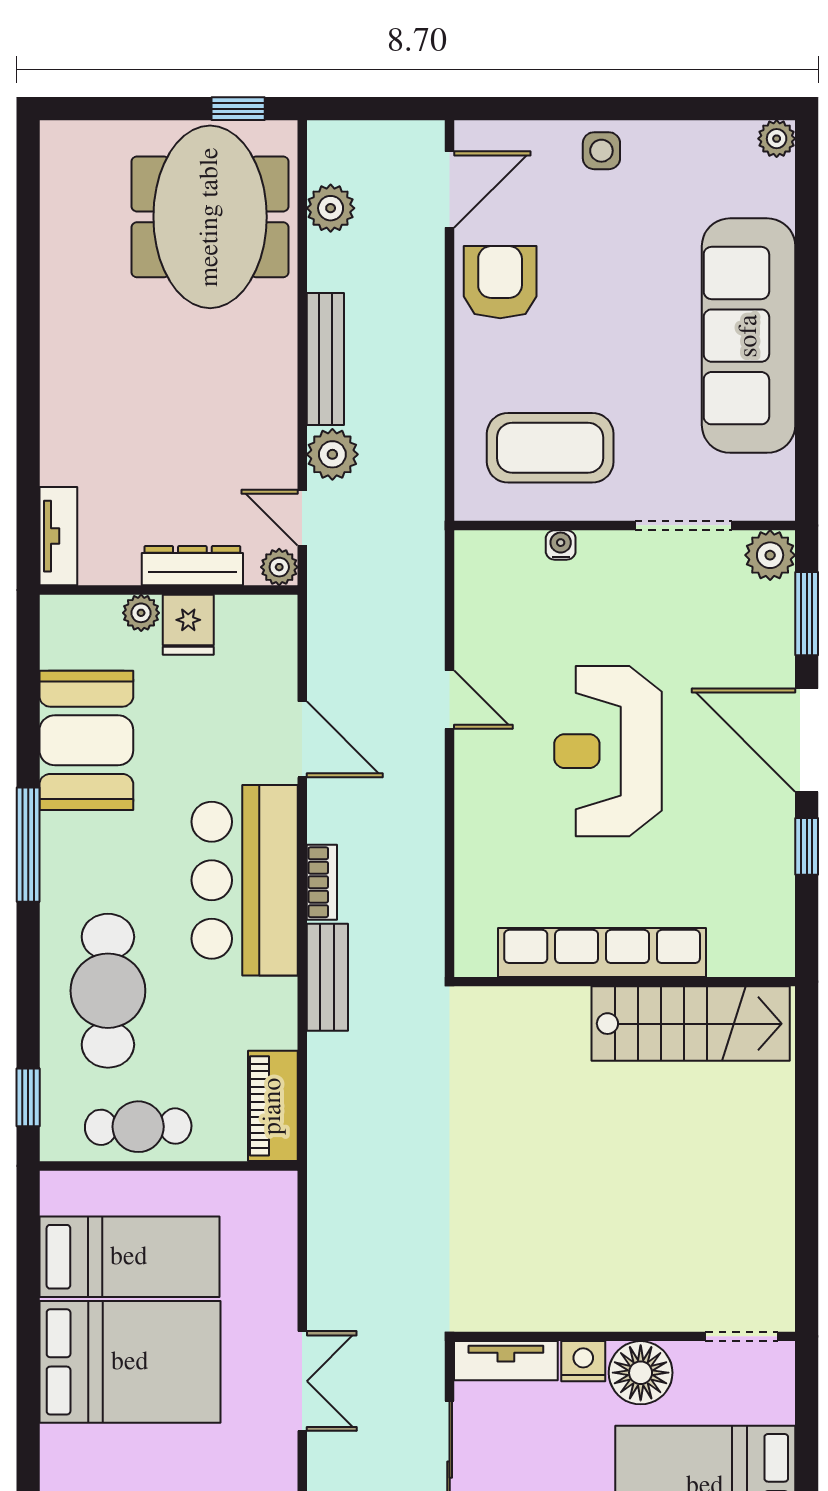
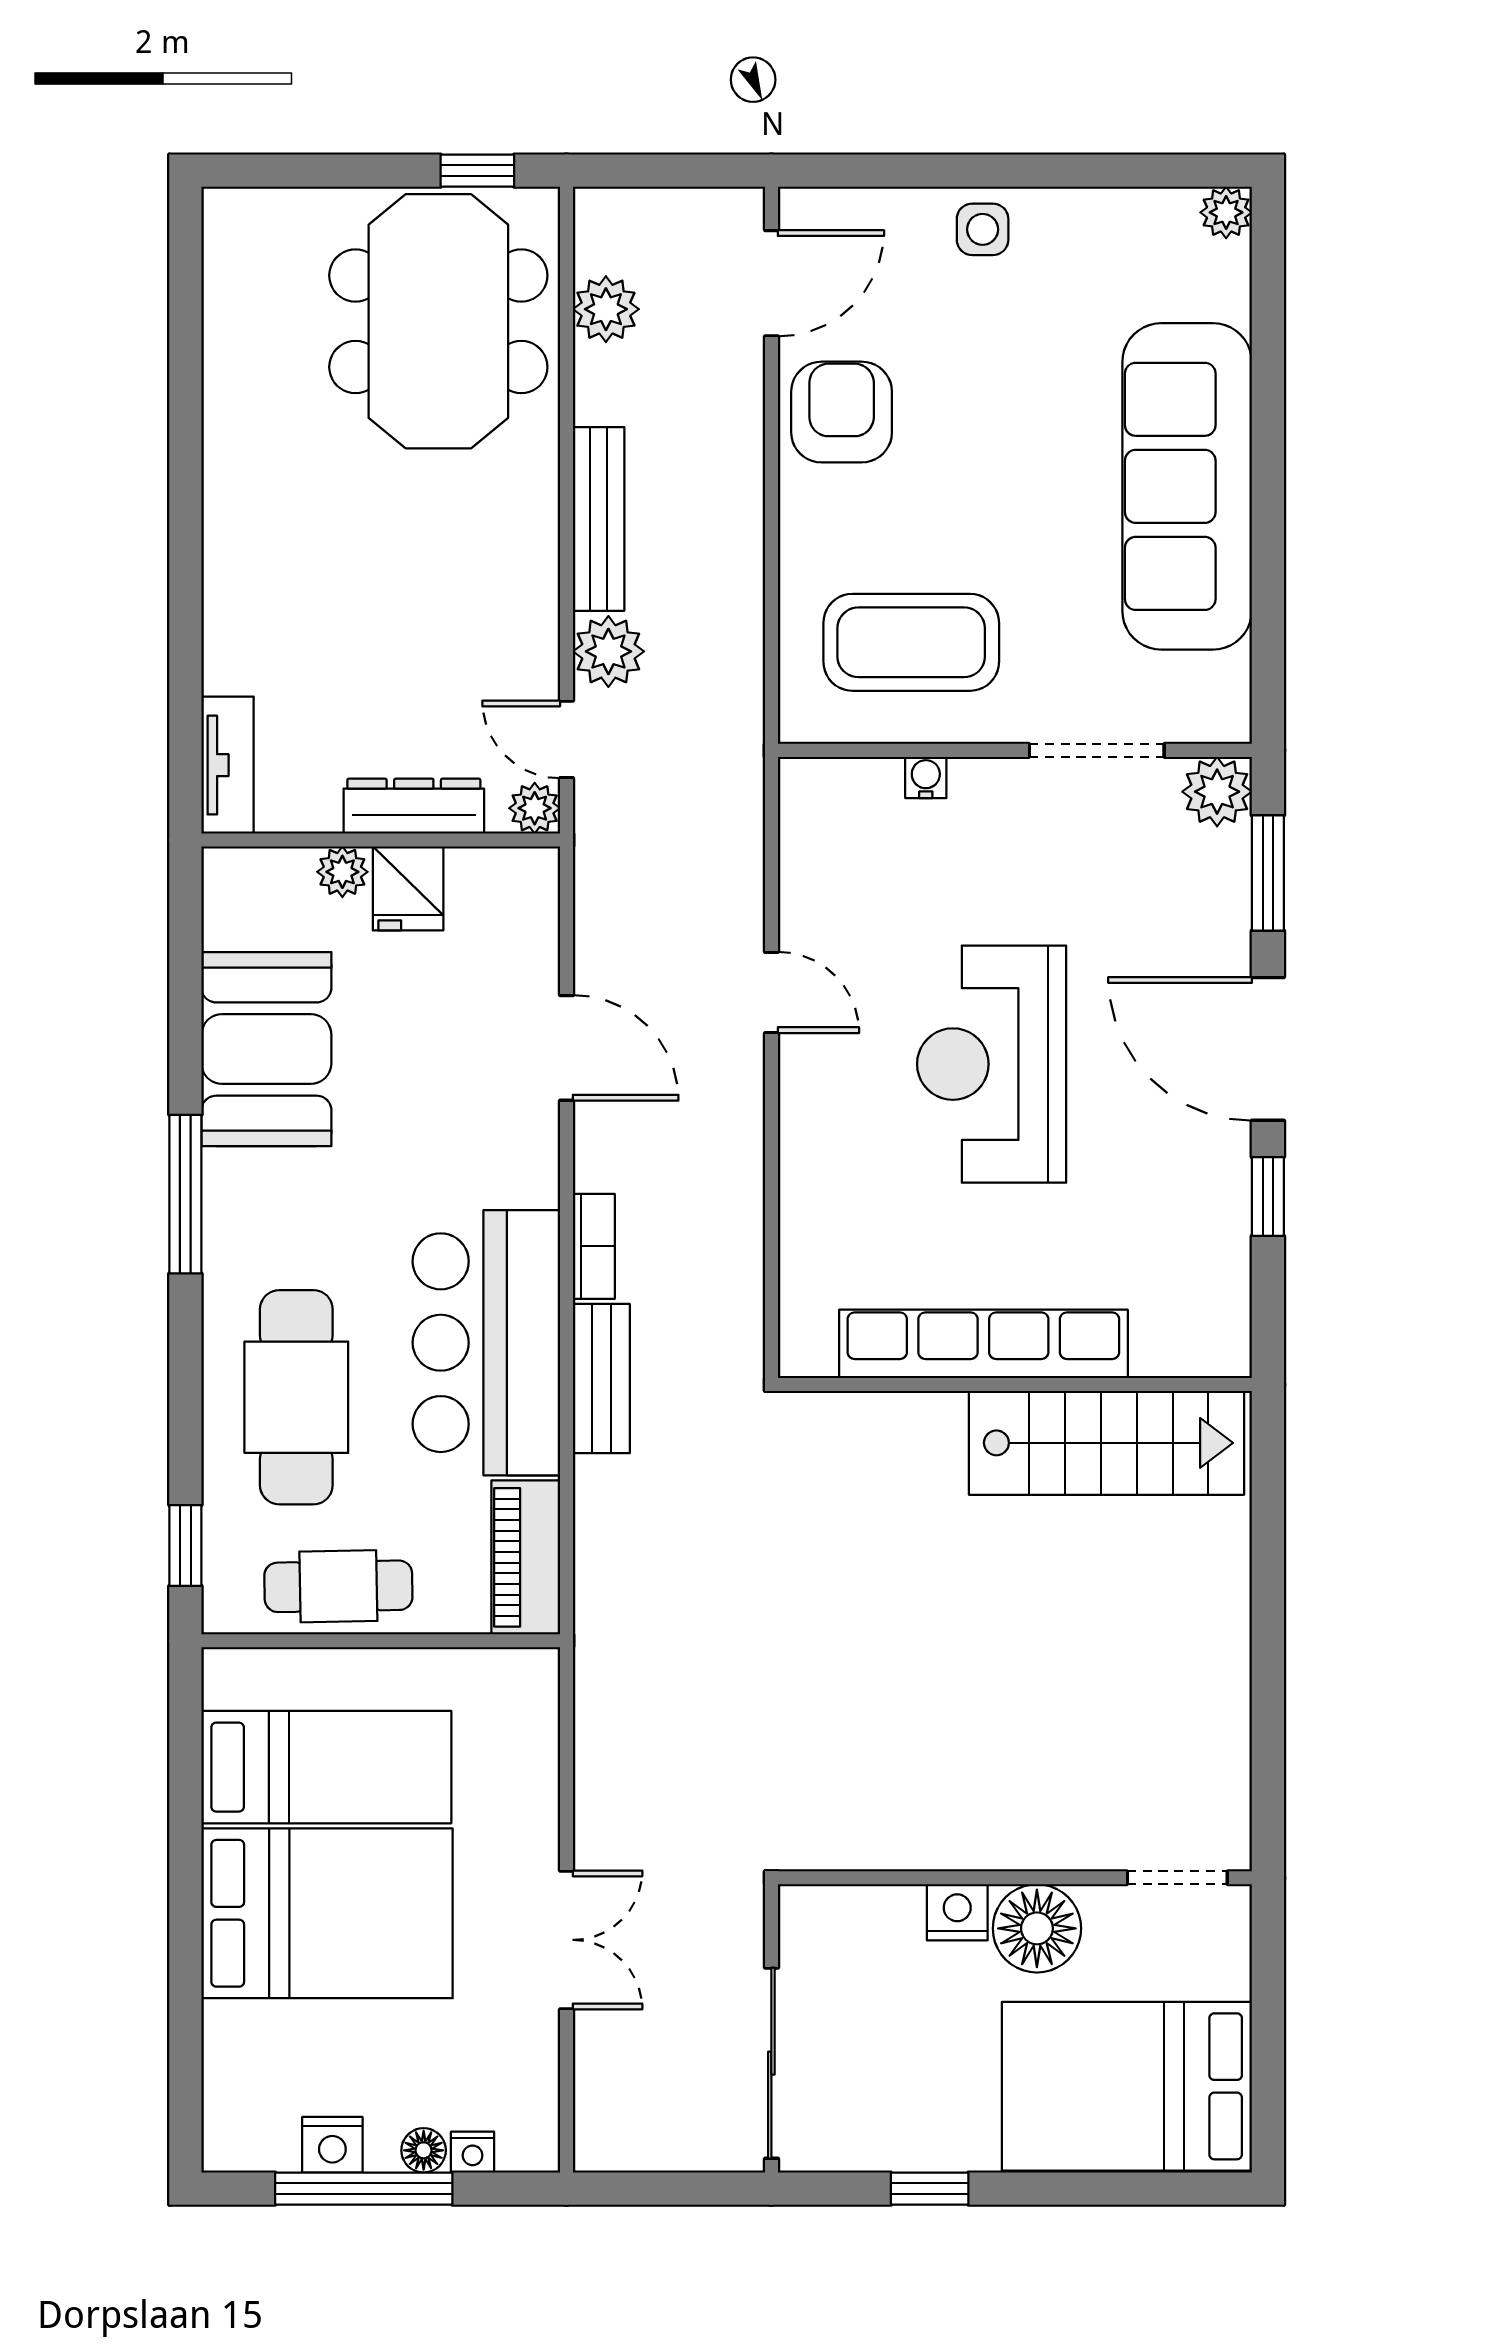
bar counter: (245, 880) -> (486, 1343), moved
tv unit: (506, 1361) -> (850, 1912), removed

